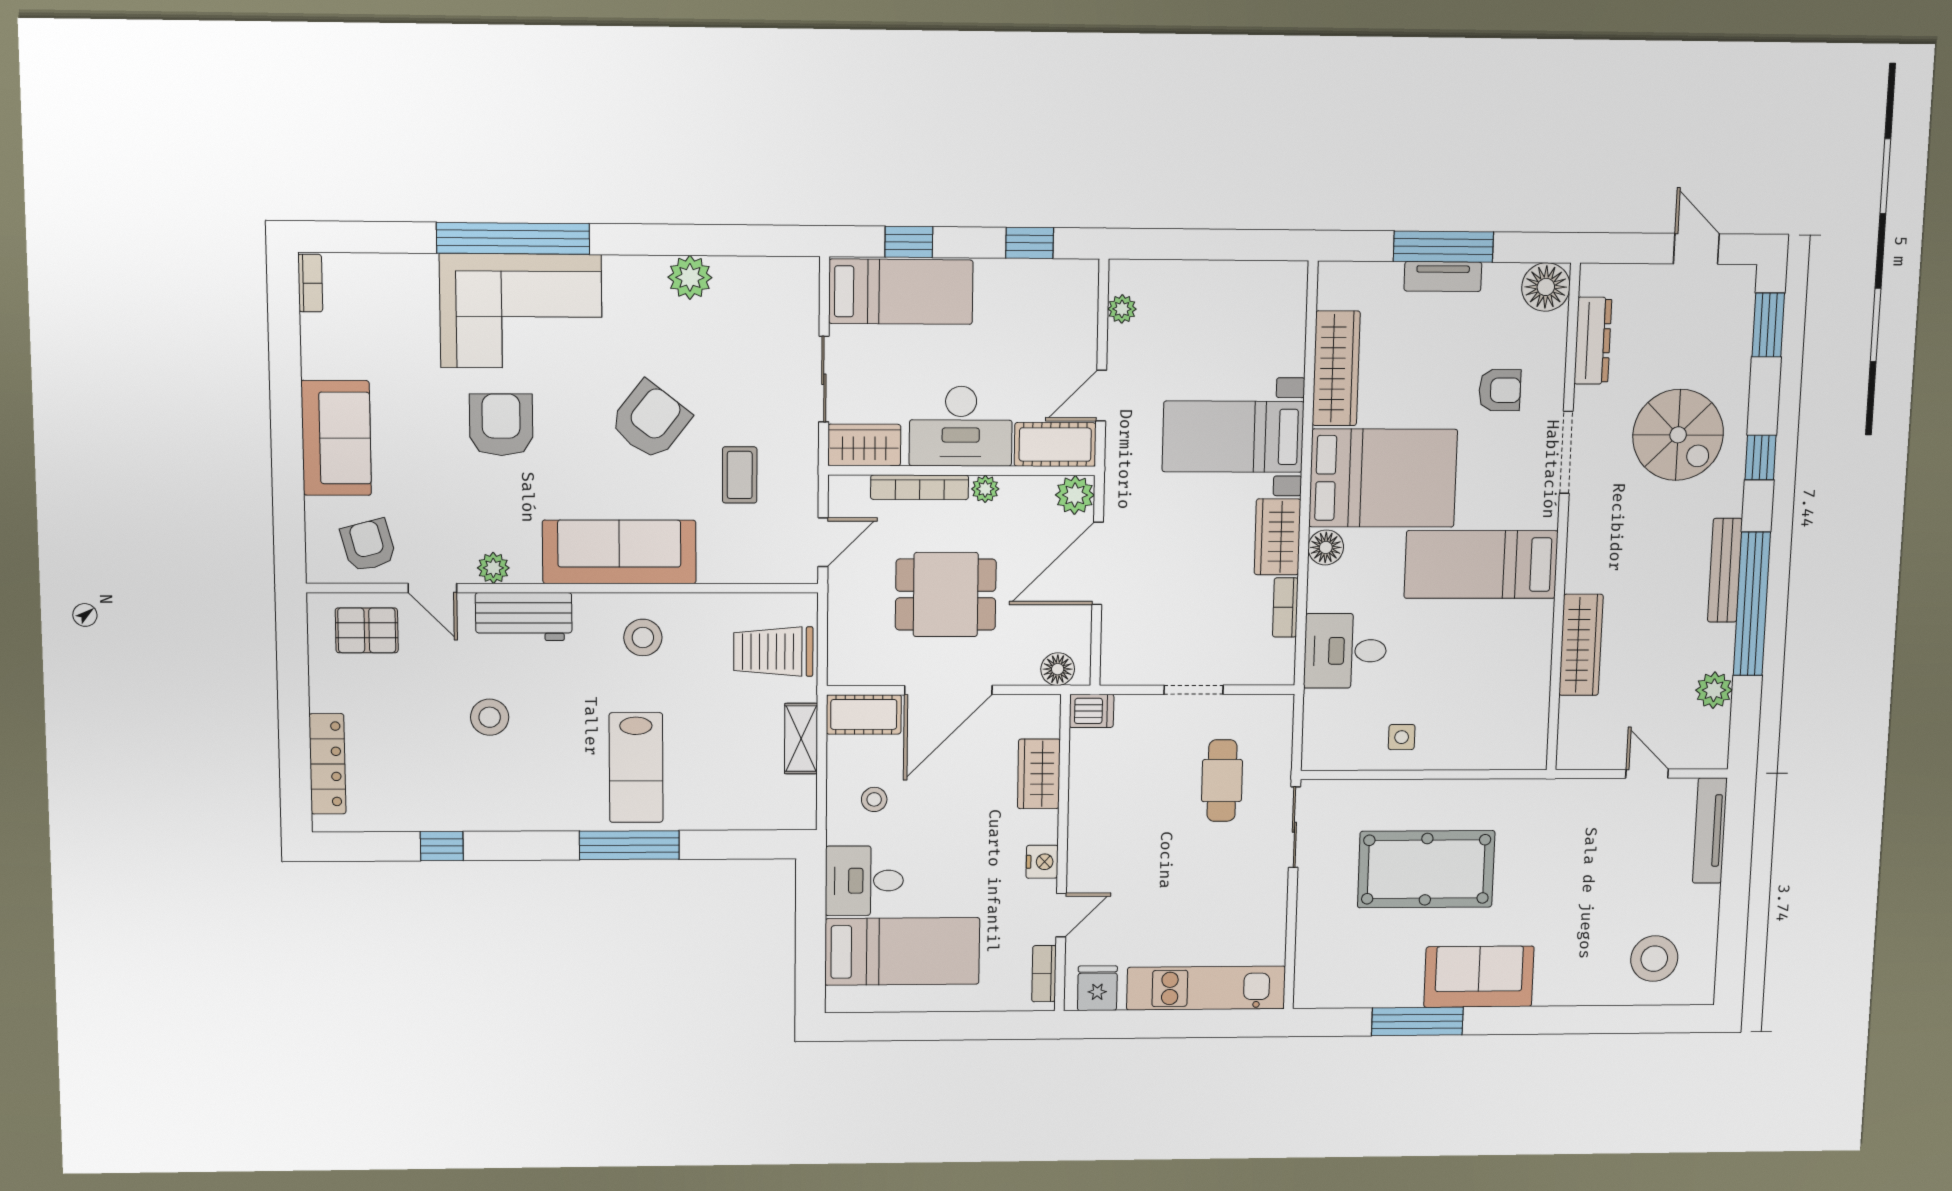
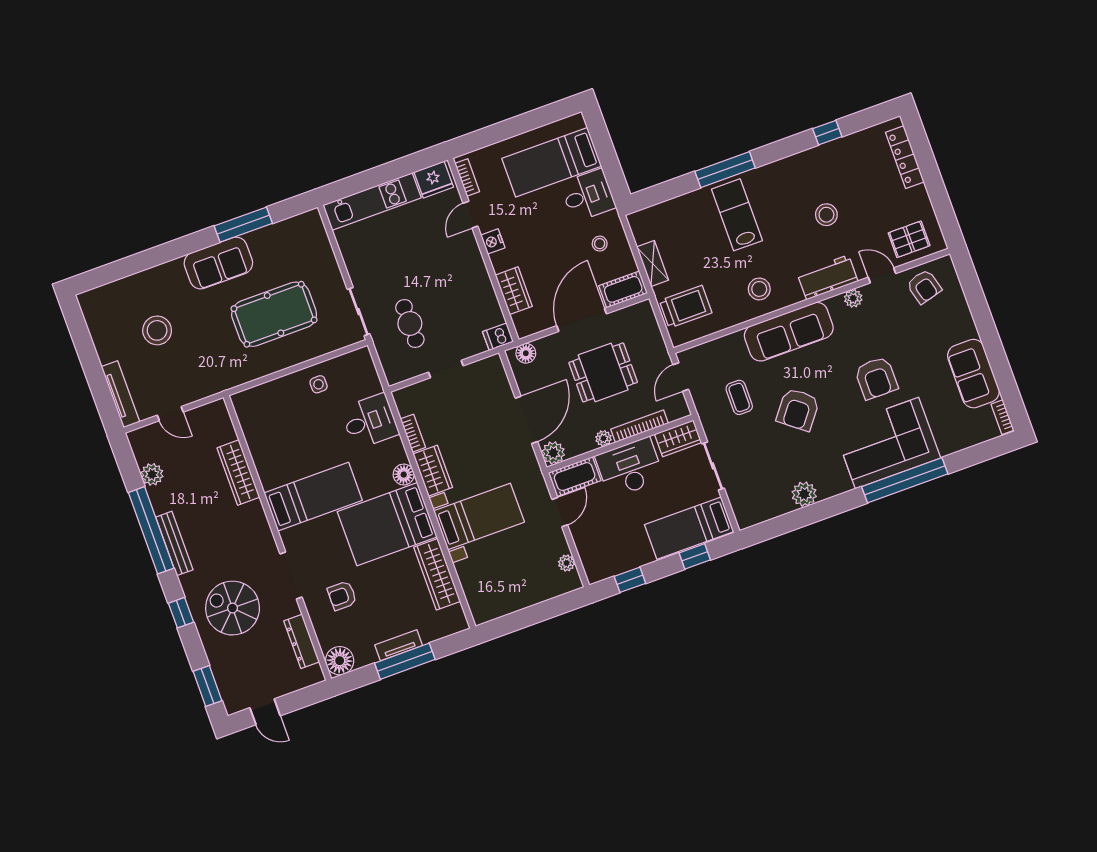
sofa: (336, 438) -> (973, 374), moved
stool: (1654, 959) -> (157, 330), moved
fridge: (1097, 988) -> (434, 180), width x1.38

